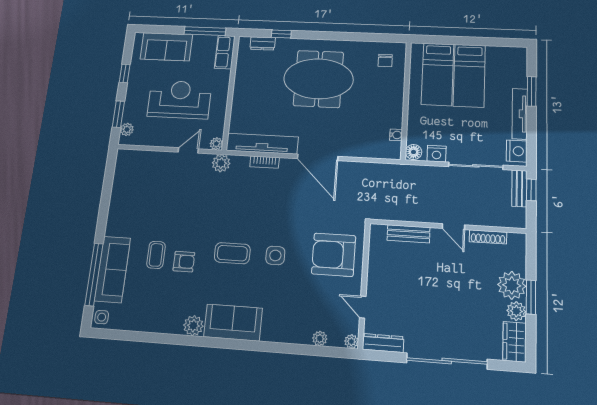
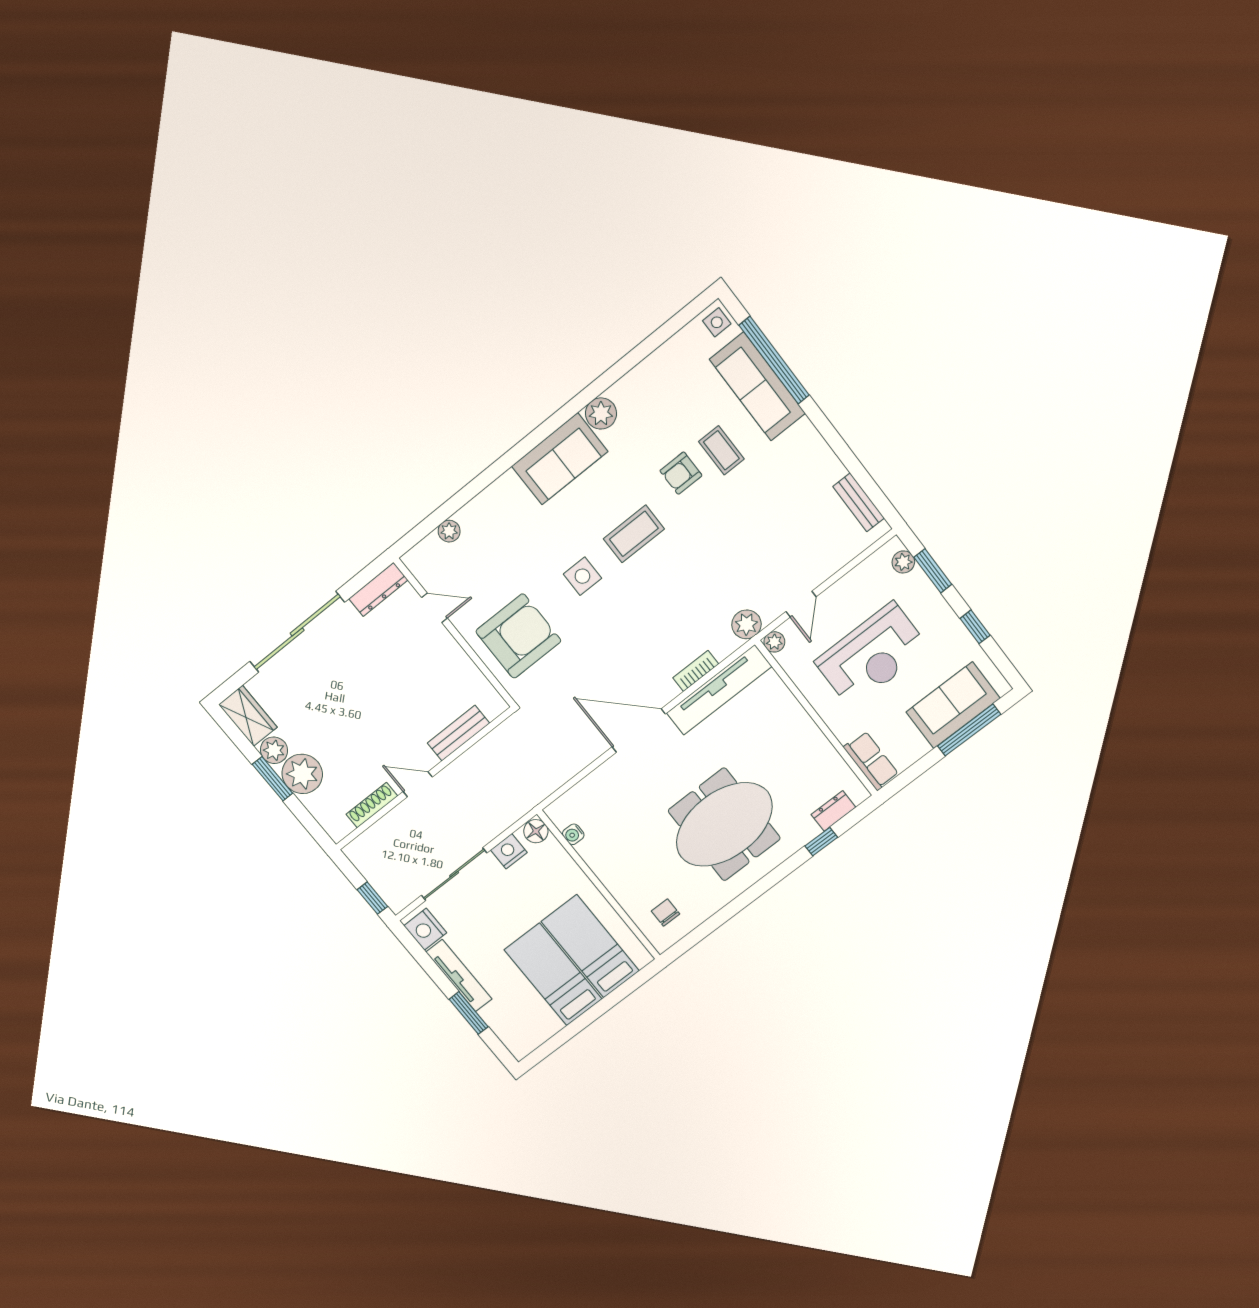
window: (205, 31) -> (969, 730), moved
bench: (519, 188) -> (859, 502), moved
plant: (351, 341) -> (413, 560), removed

